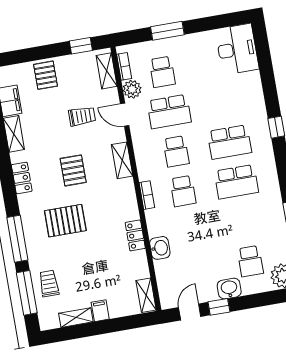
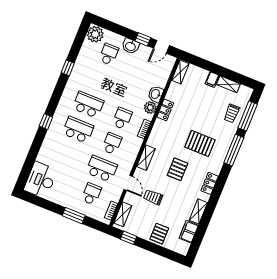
plant: (132, 89) -> (150, 108), moved

